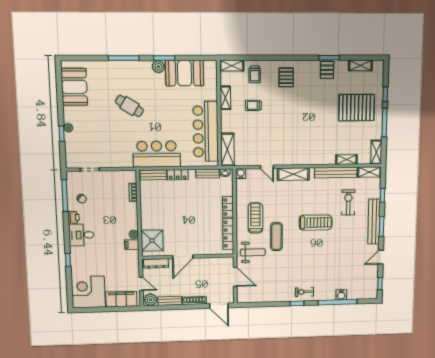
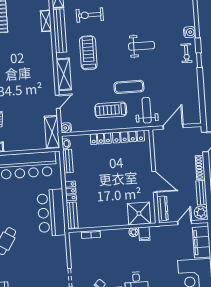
shelving: (227, 150) -> (52, 132), moved, turned 90
treadmill: (316, 223) -> (88, 53), moved
weight bench: (315, 250) -> (142, 46), added
water cooler: (341, 295) -> (189, 32), moved

